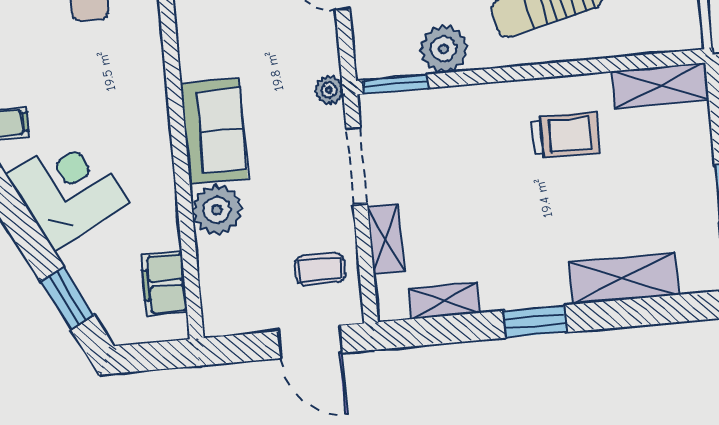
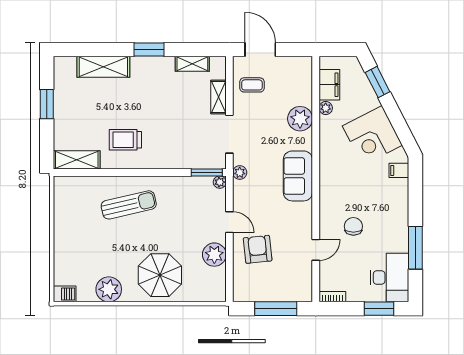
plant: (444, 49) -> (220, 182), moved, width x0.53, depth x0.53
sofa: (214, 131) -> (298, 176), moved
plant: (167, 236) -> (326, 108), added

